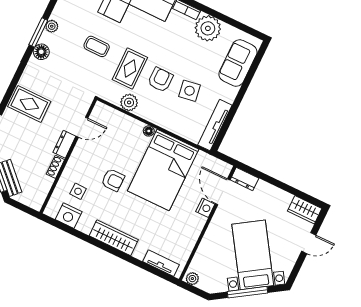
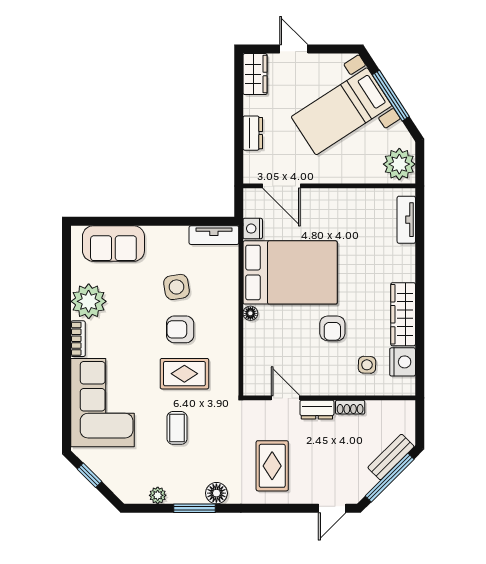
plant: (52, 26) -> (158, 495), moved
plant: (129, 102) -> (227, 355), removed
rug: (29, 104) -> (272, 466), moved
tv unit: (215, 125) -> (214, 235), width x0.71
dresser: (244, 179) -> (253, 133), moved
armchair: (113, 180) -> (332, 328), turned 180
door: (223, 192) -> (282, 186), hinge flipped
nightstand: (205, 208) -> (253, 229), moved, turned -90
wardrobe: (114, 238) -> (403, 314), moved
plant: (192, 279) -> (399, 164), width x1.88, depth x1.88

